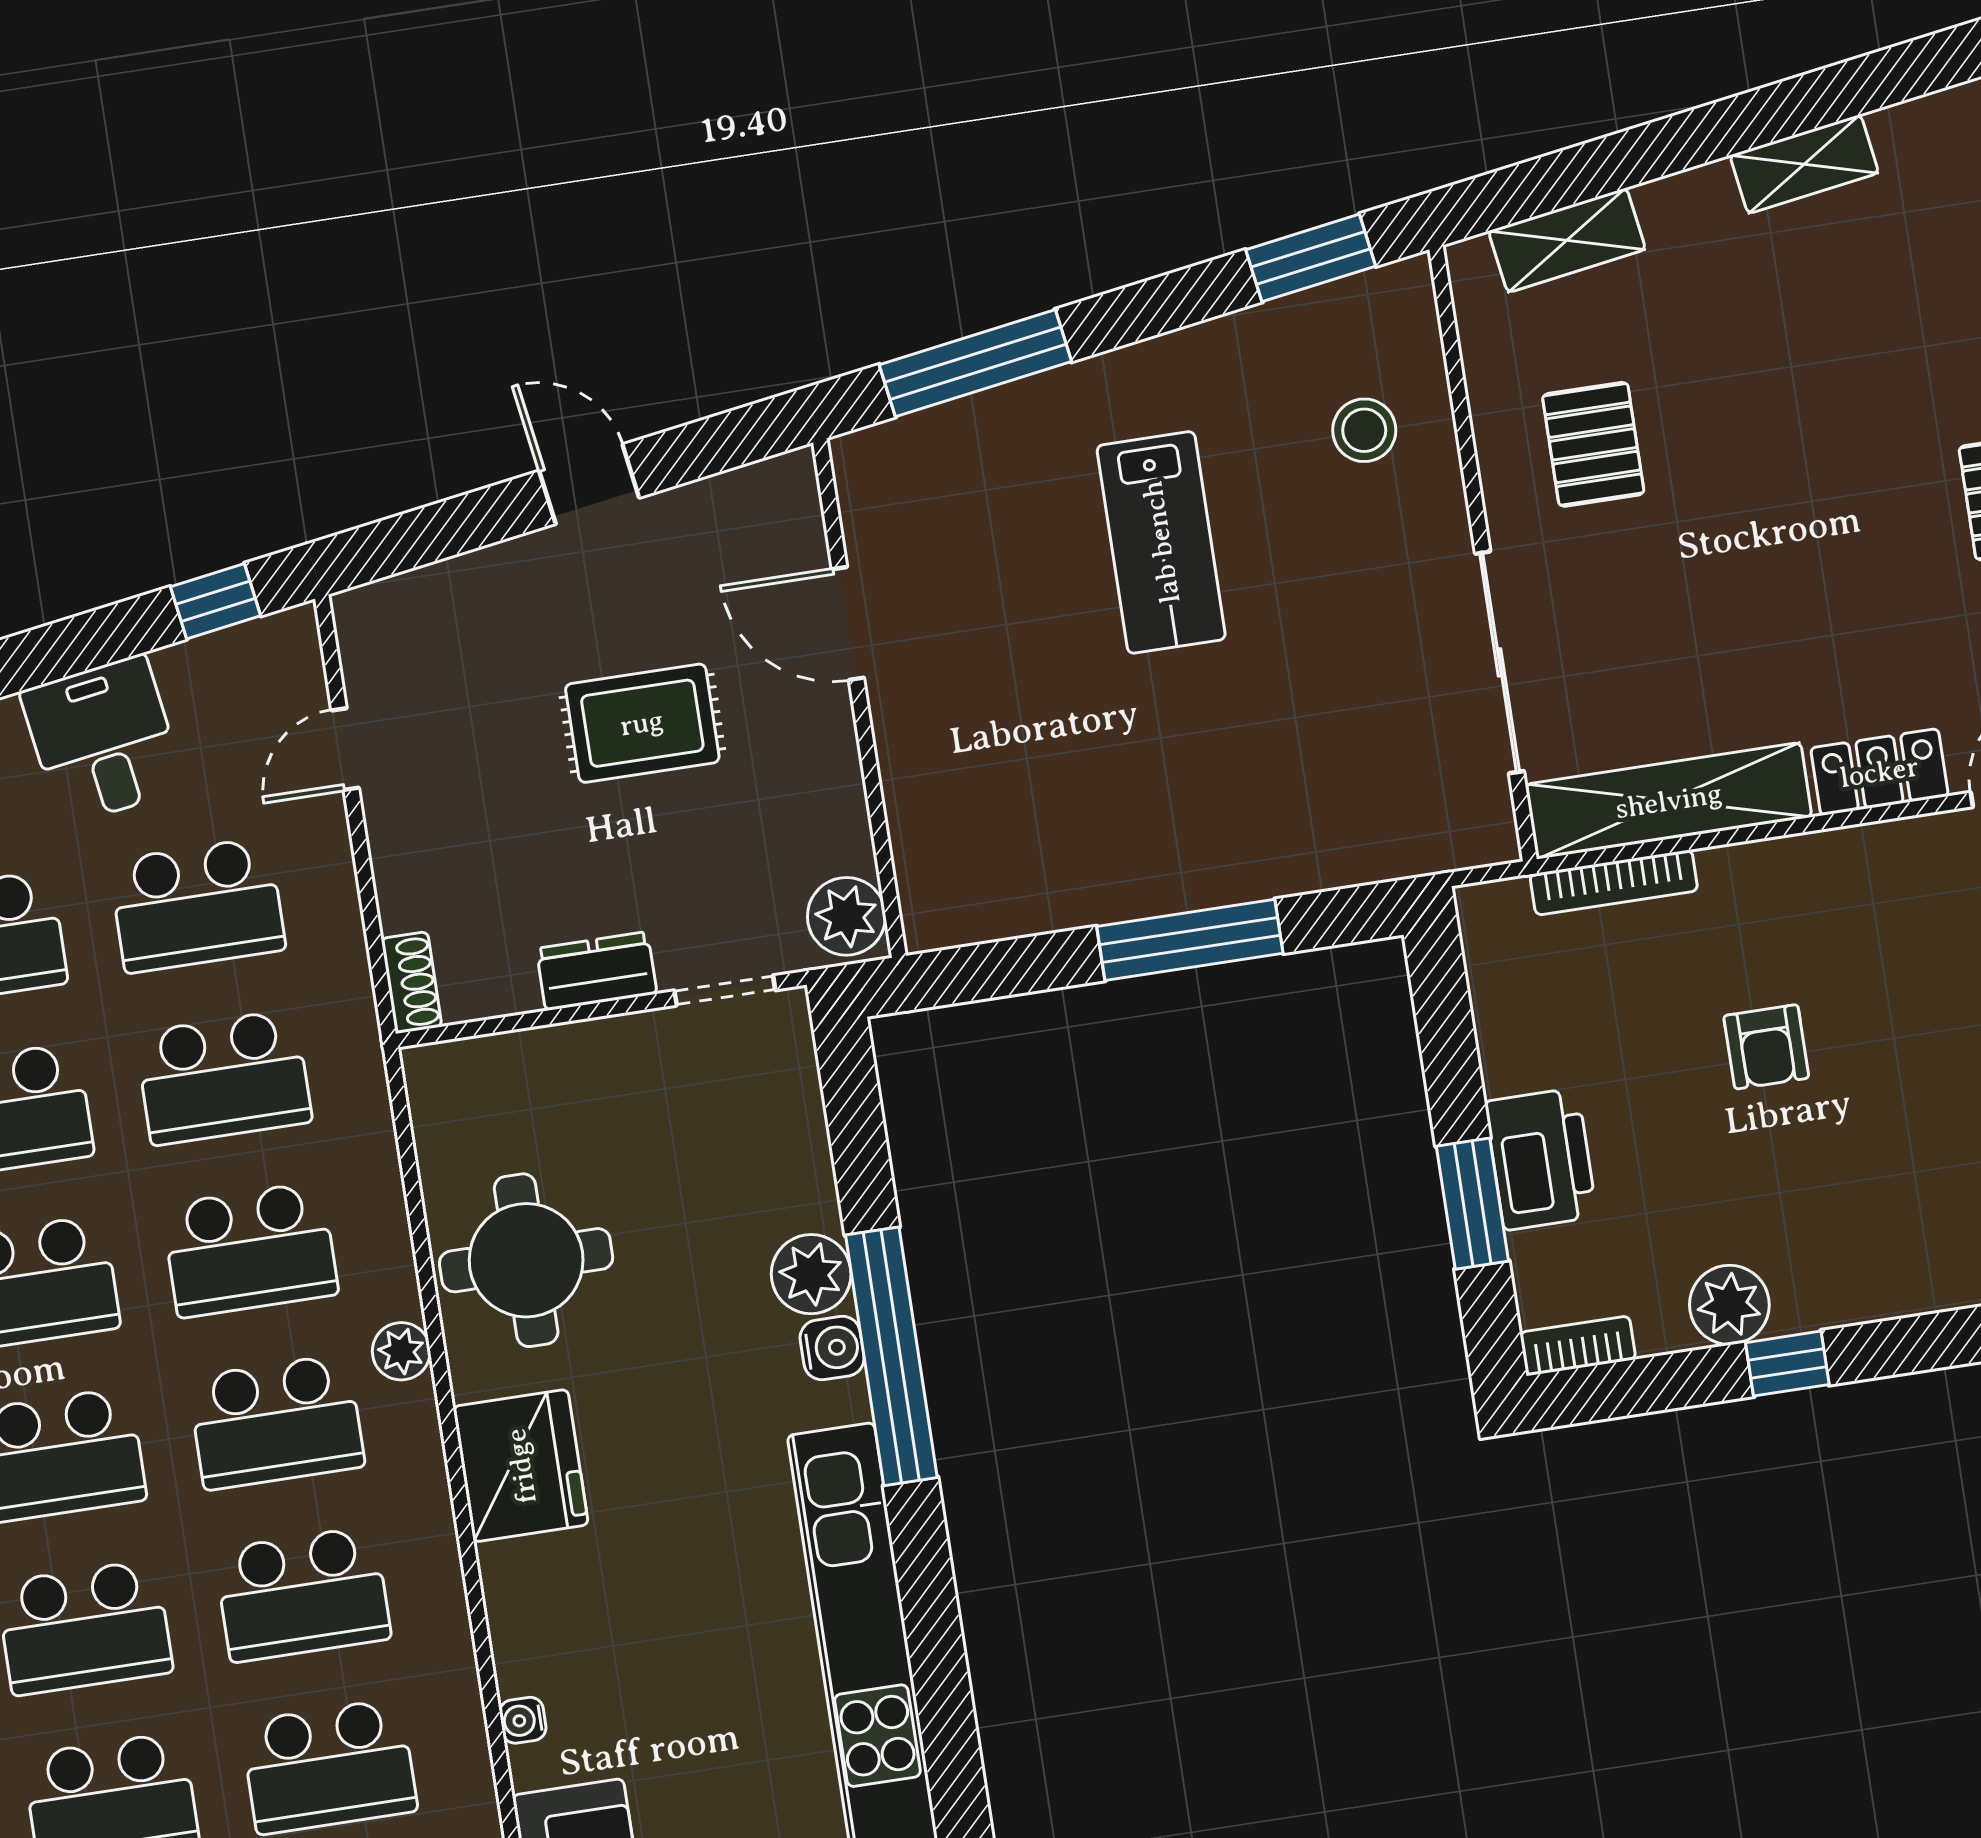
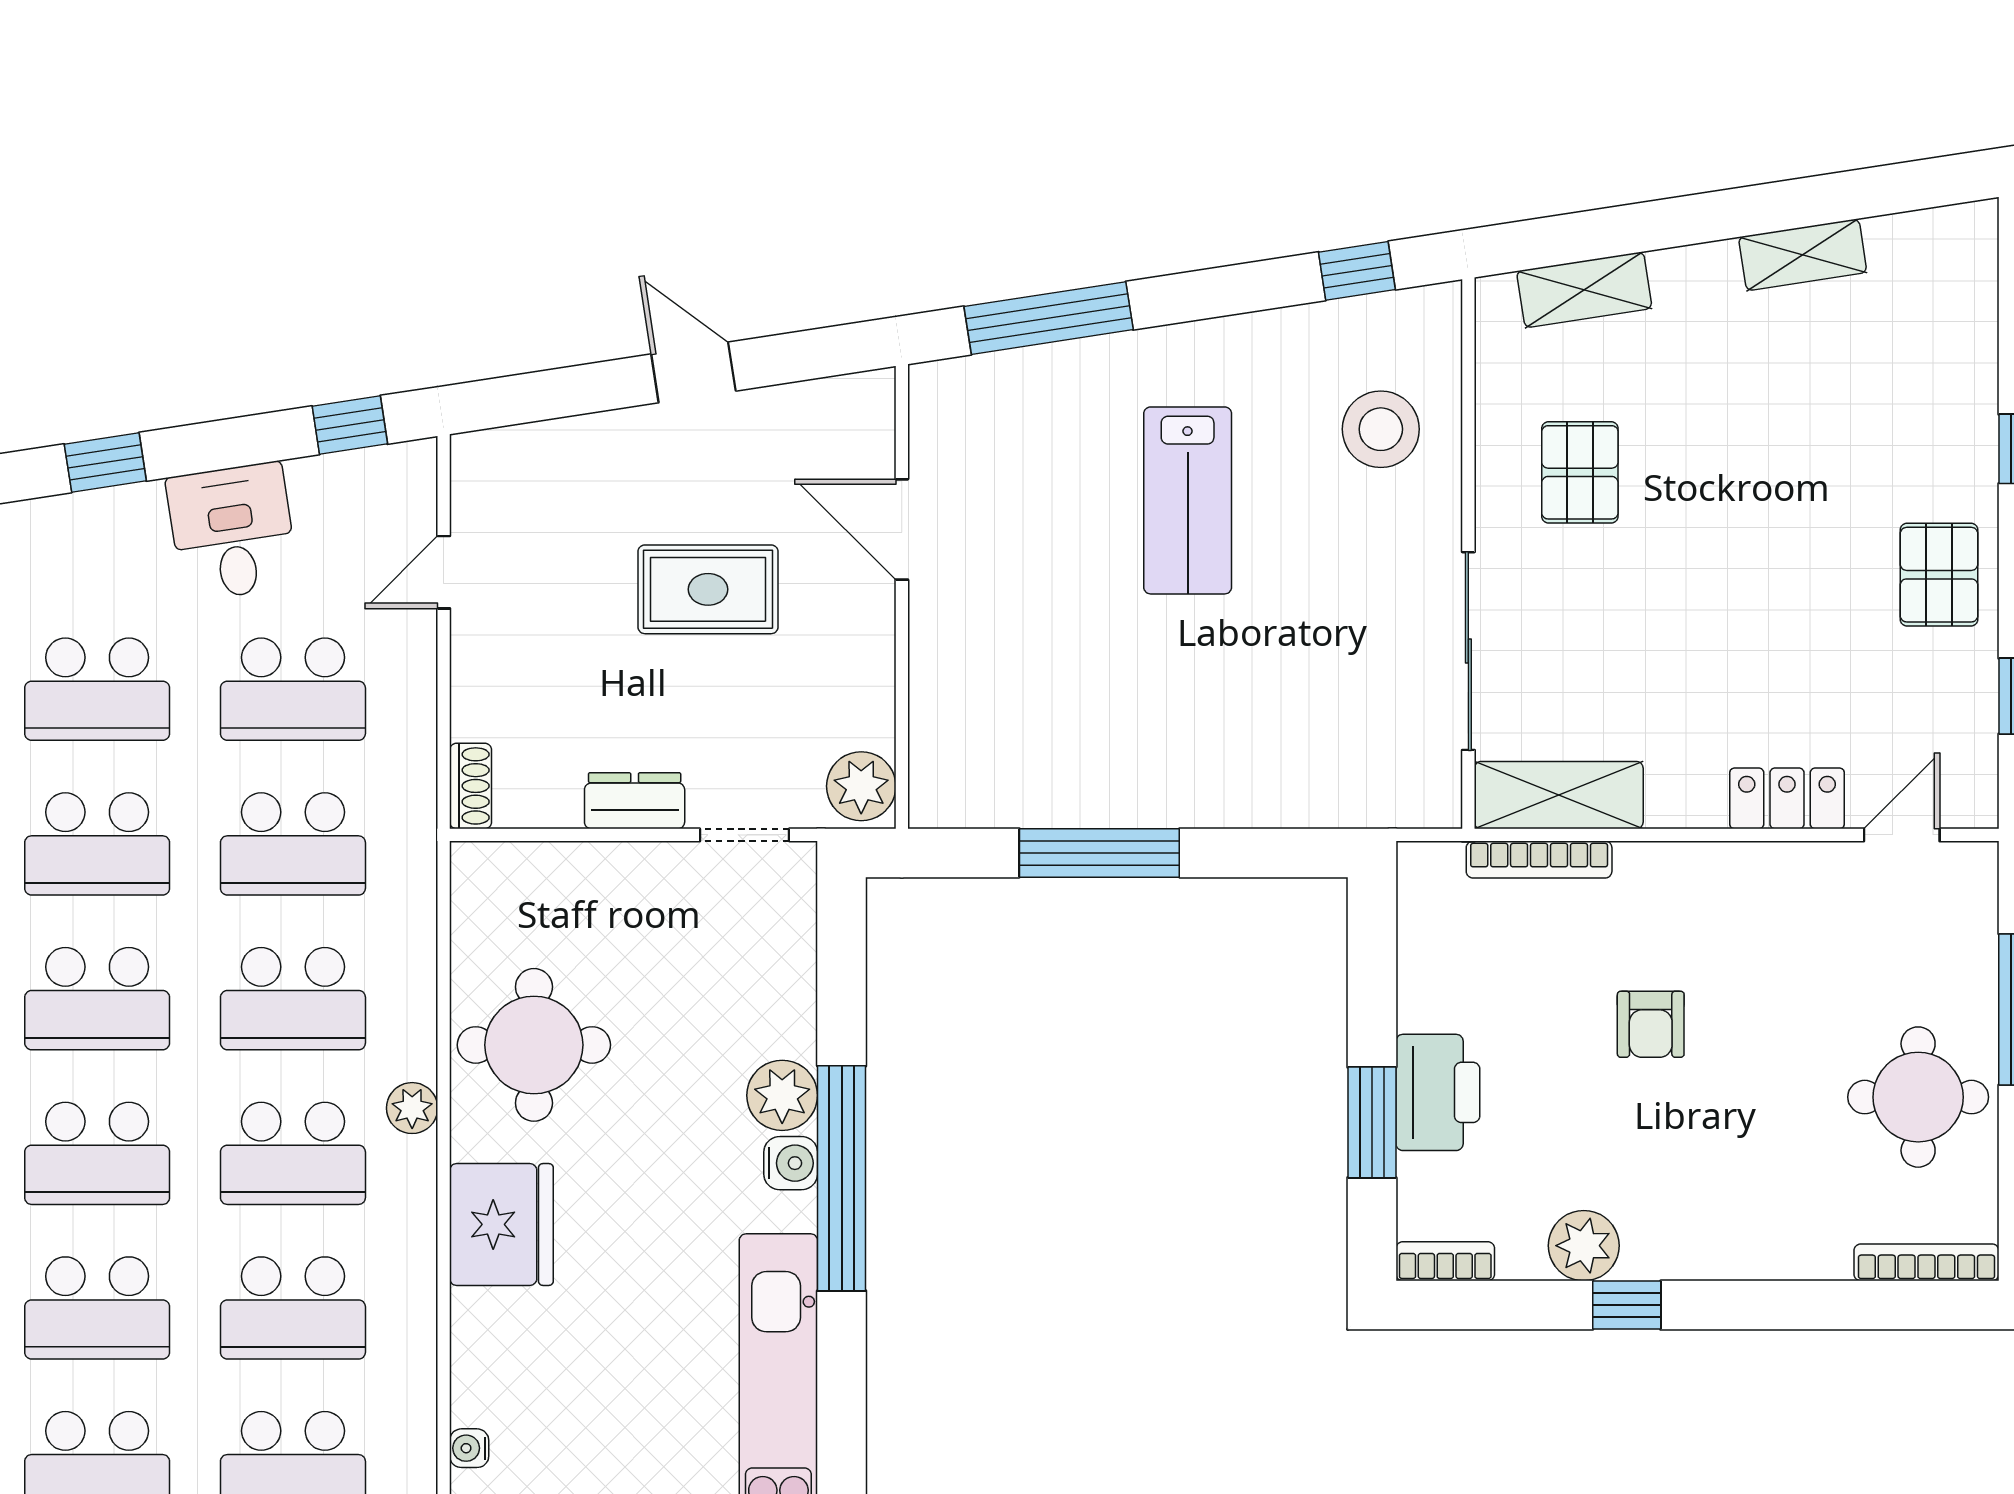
window: (1311, 258) -> (1357, 271), width x0.67
stool: (1364, 430) -> (1381, 429), width x1.38, depth x1.38
shelving: (1669, 801) -> (1559, 795), width x0.68
window: (1190, 940) -> (1099, 853), moved

